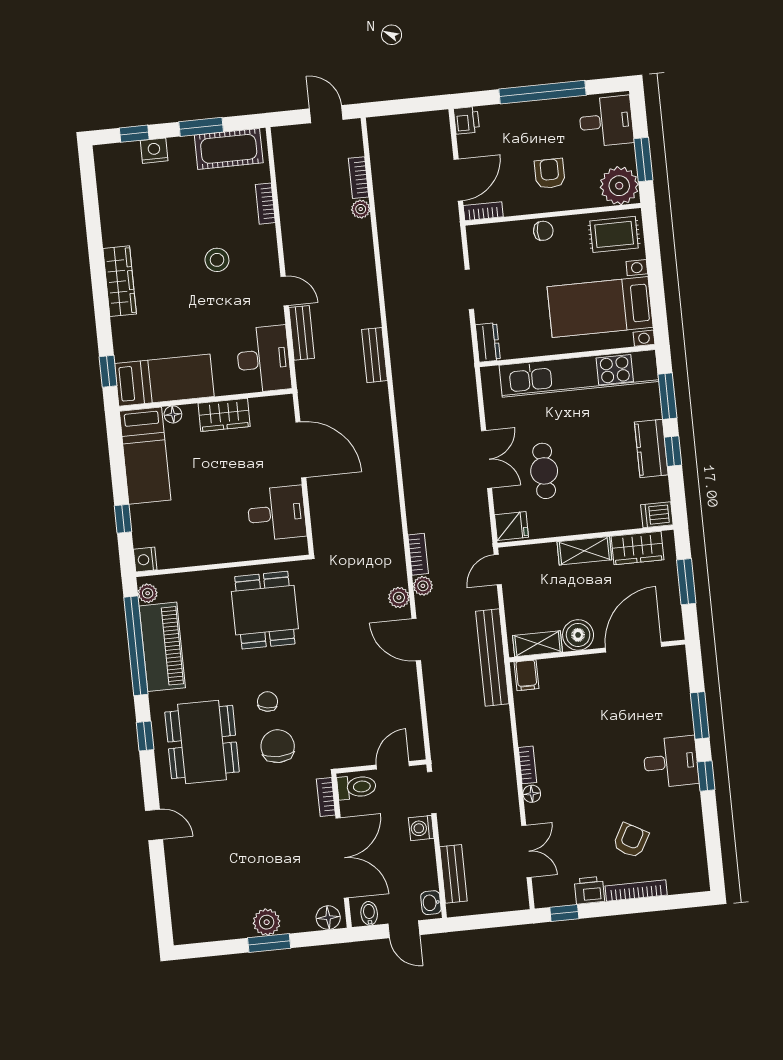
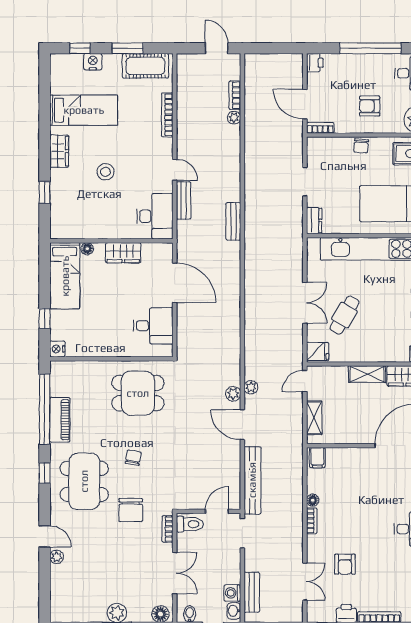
armchair: (550, 173) -> (370, 106), turned -90
door: (458, 180) -> (305, 104), swing flipped
bookcase: (265, 204) -> (167, 115), width x1.56
chair: (543, 231) -> (361, 146), turned 95
stool: (217, 260) -> (105, 172), moved
wardrobe: (120, 281) -> (59, 151), width x0.67
window: (108, 371) -> (45, 192), moved
bed: (164, 380) -> (84, 110), moved
cafe table: (544, 471) -> (344, 315), turned 30
bookcase: (418, 554) -> (250, 365), removed
plant: (148, 593) -> (57, 557), moved
dining table: (265, 610) -> (138, 393), turned 90
boiler: (578, 635) -> (357, 433), removed
shelving: (538, 644) -> (314, 418), moved, turned 90
piano: (162, 647) -> (60, 420), width x0.73, depth x0.75
bench: (492, 658) -> (252, 480), moved
chair: (278, 746) -> (131, 510), moved, turned 180
floor lamp: (532, 794) -> (313, 500), moved
washing machine: (421, 828) -> (232, 593), moved
armchair: (631, 840) -> (345, 564), moved, turned 151
double door: (342, 858) -> (175, 573), width x0.73

